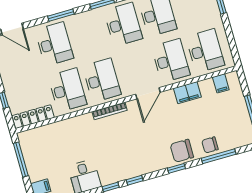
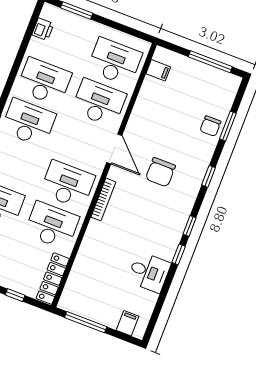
filing cabinet: (187, 93) -> (143, 110), removed
chair: (182, 151) -> (160, 172), moved
window: (219, 156) -> (228, 126), width x0.69

